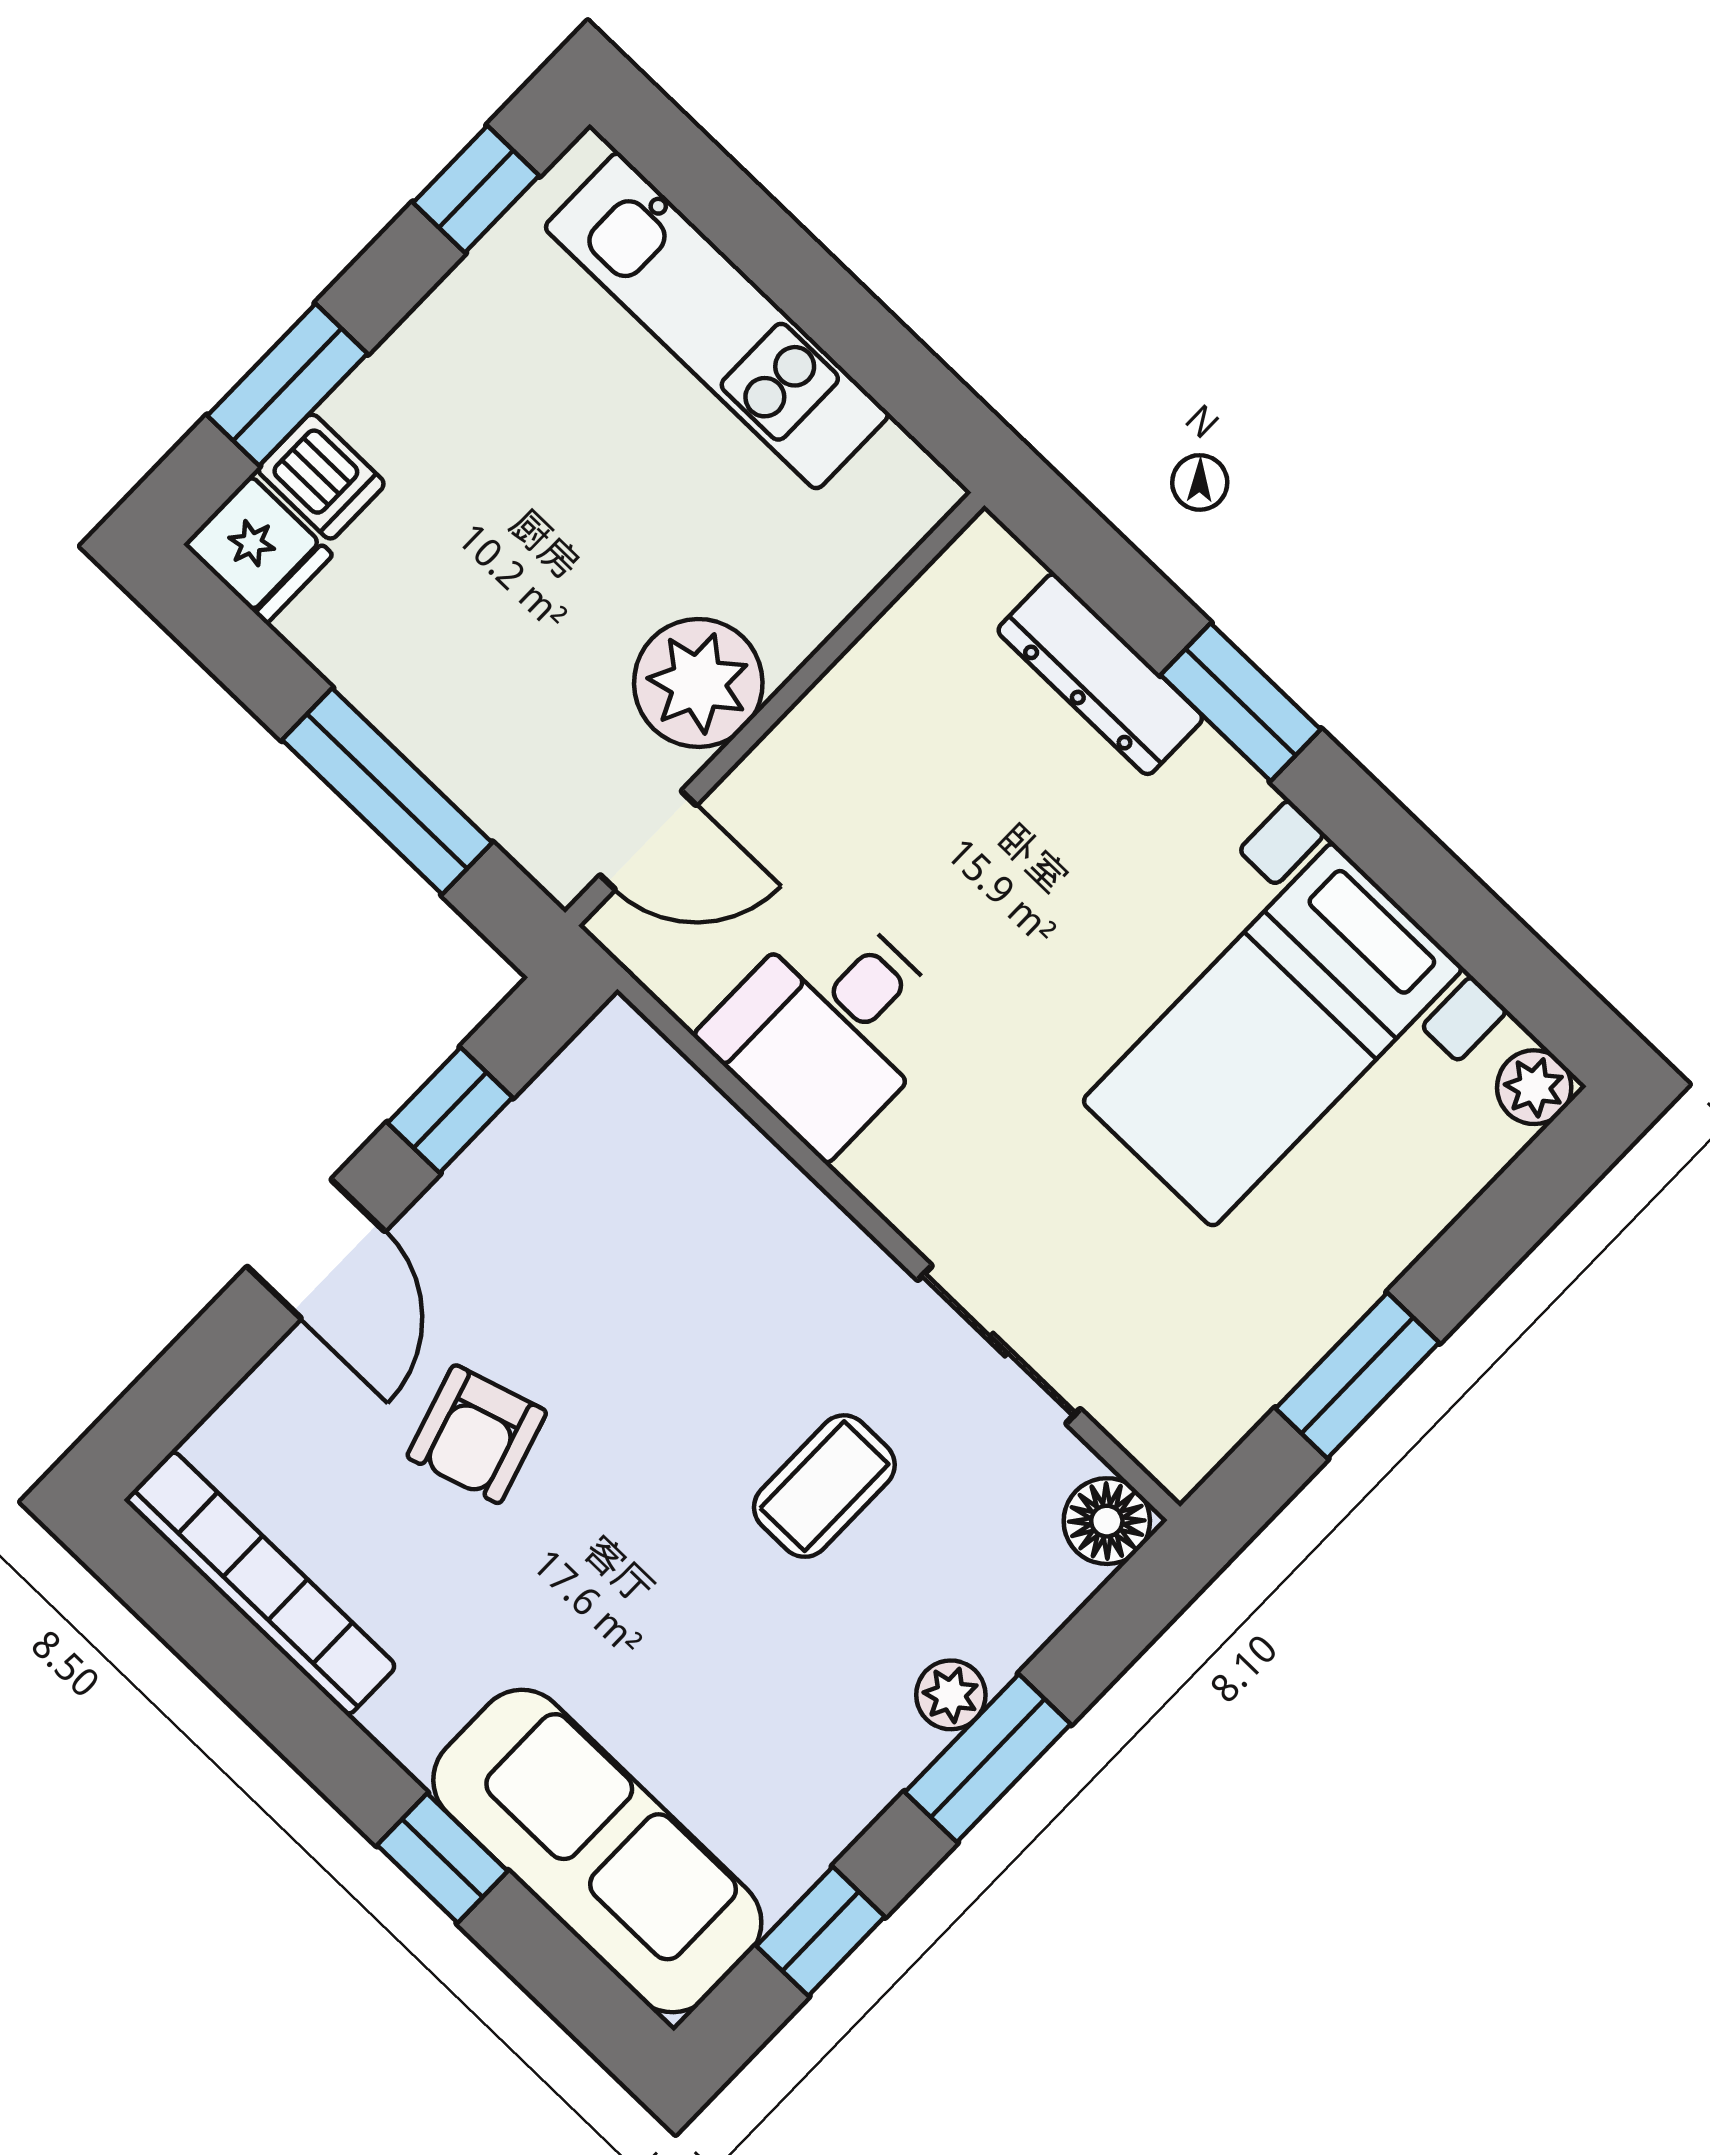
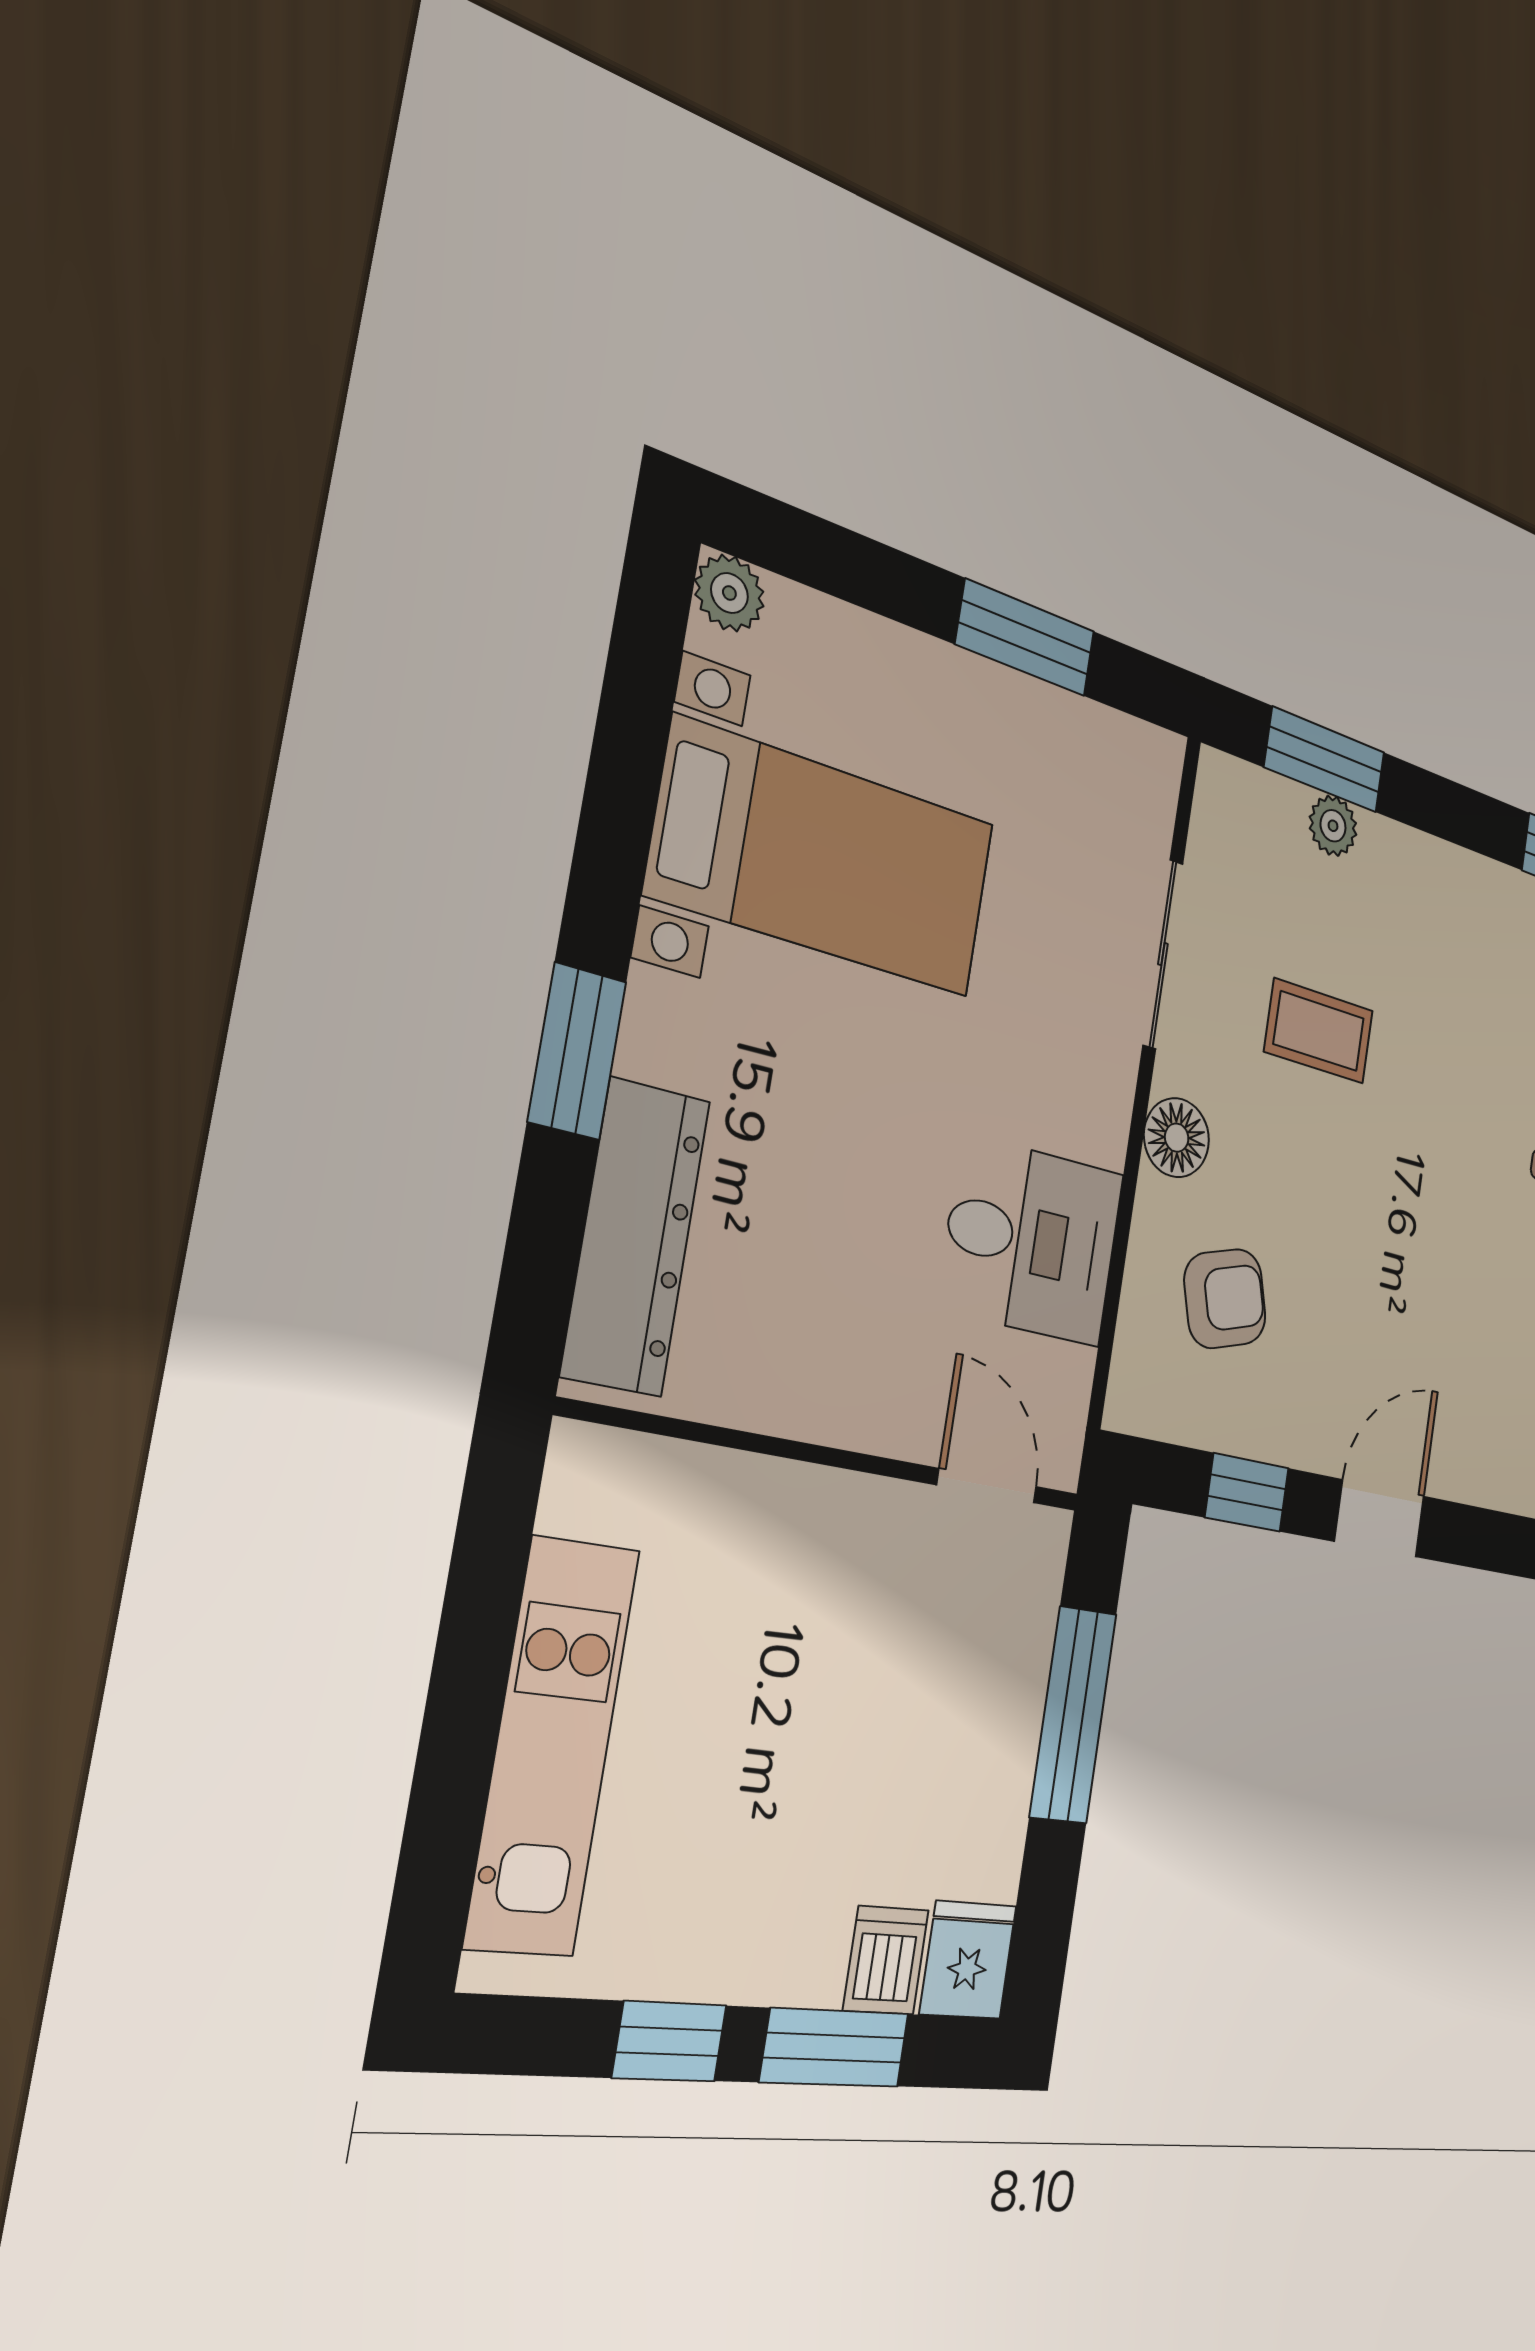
window: (476, 189) -> (670, 2041), moved
dresser: (1100, 674) -> (636, 1237), width x1.37, depth x1.24
plant: (698, 683) -> (851, 1535), removed
armchair: (477, 1434) -> (1225, 1299), moved
floor lamp: (1107, 1521) -> (1177, 1138), moved
plant: (951, 1695) -> (1333, 826), moved
window: (988, 1758) -> (1325, 760), moved

